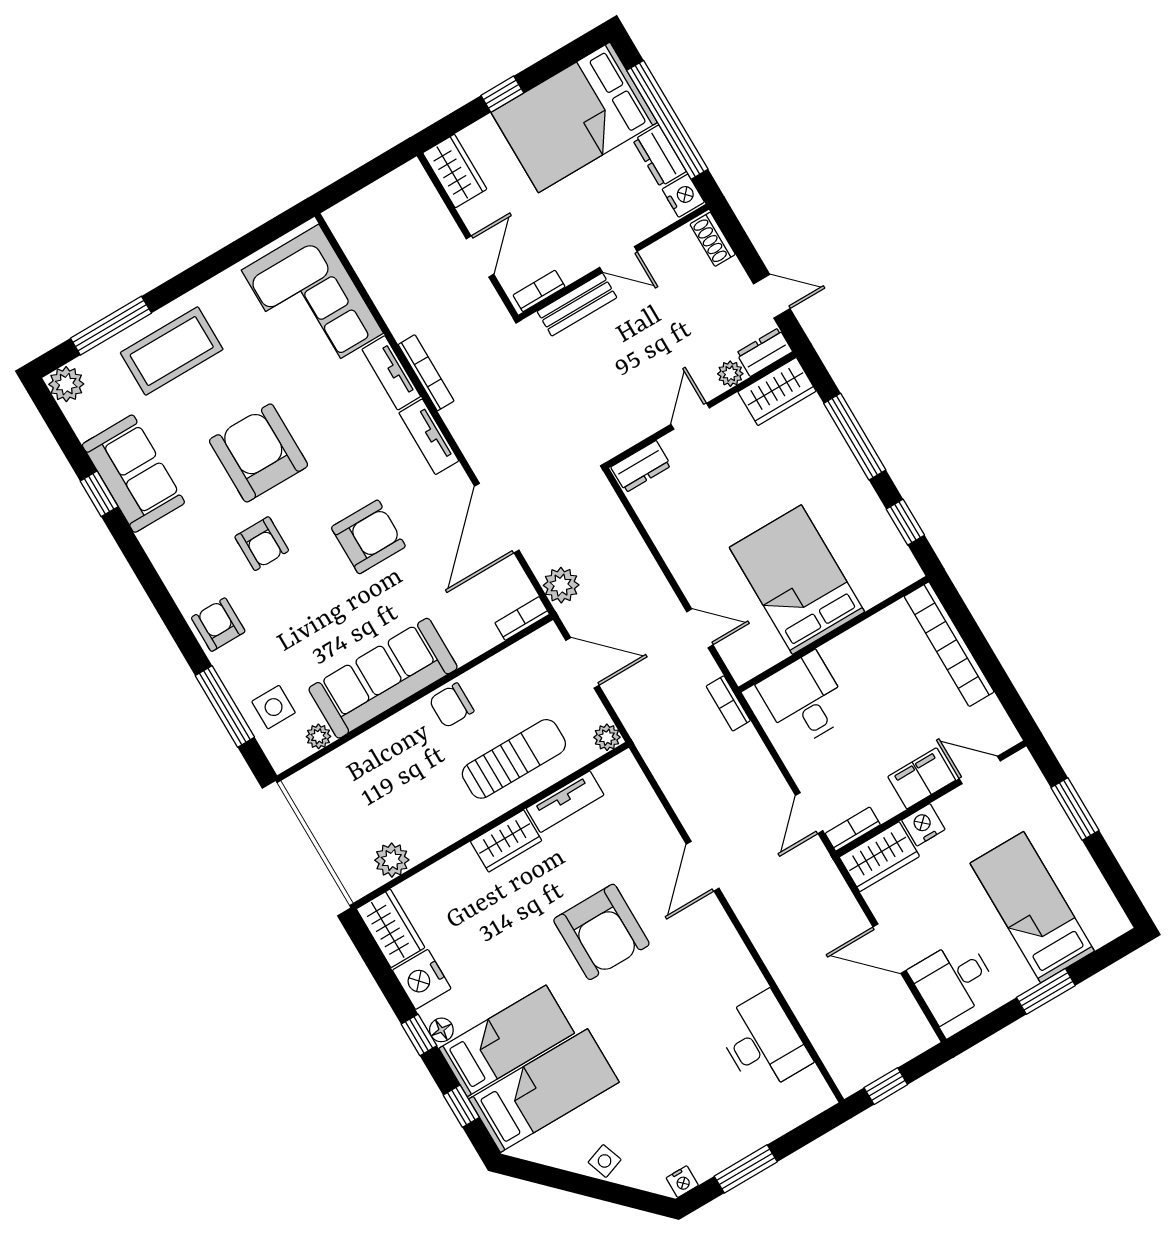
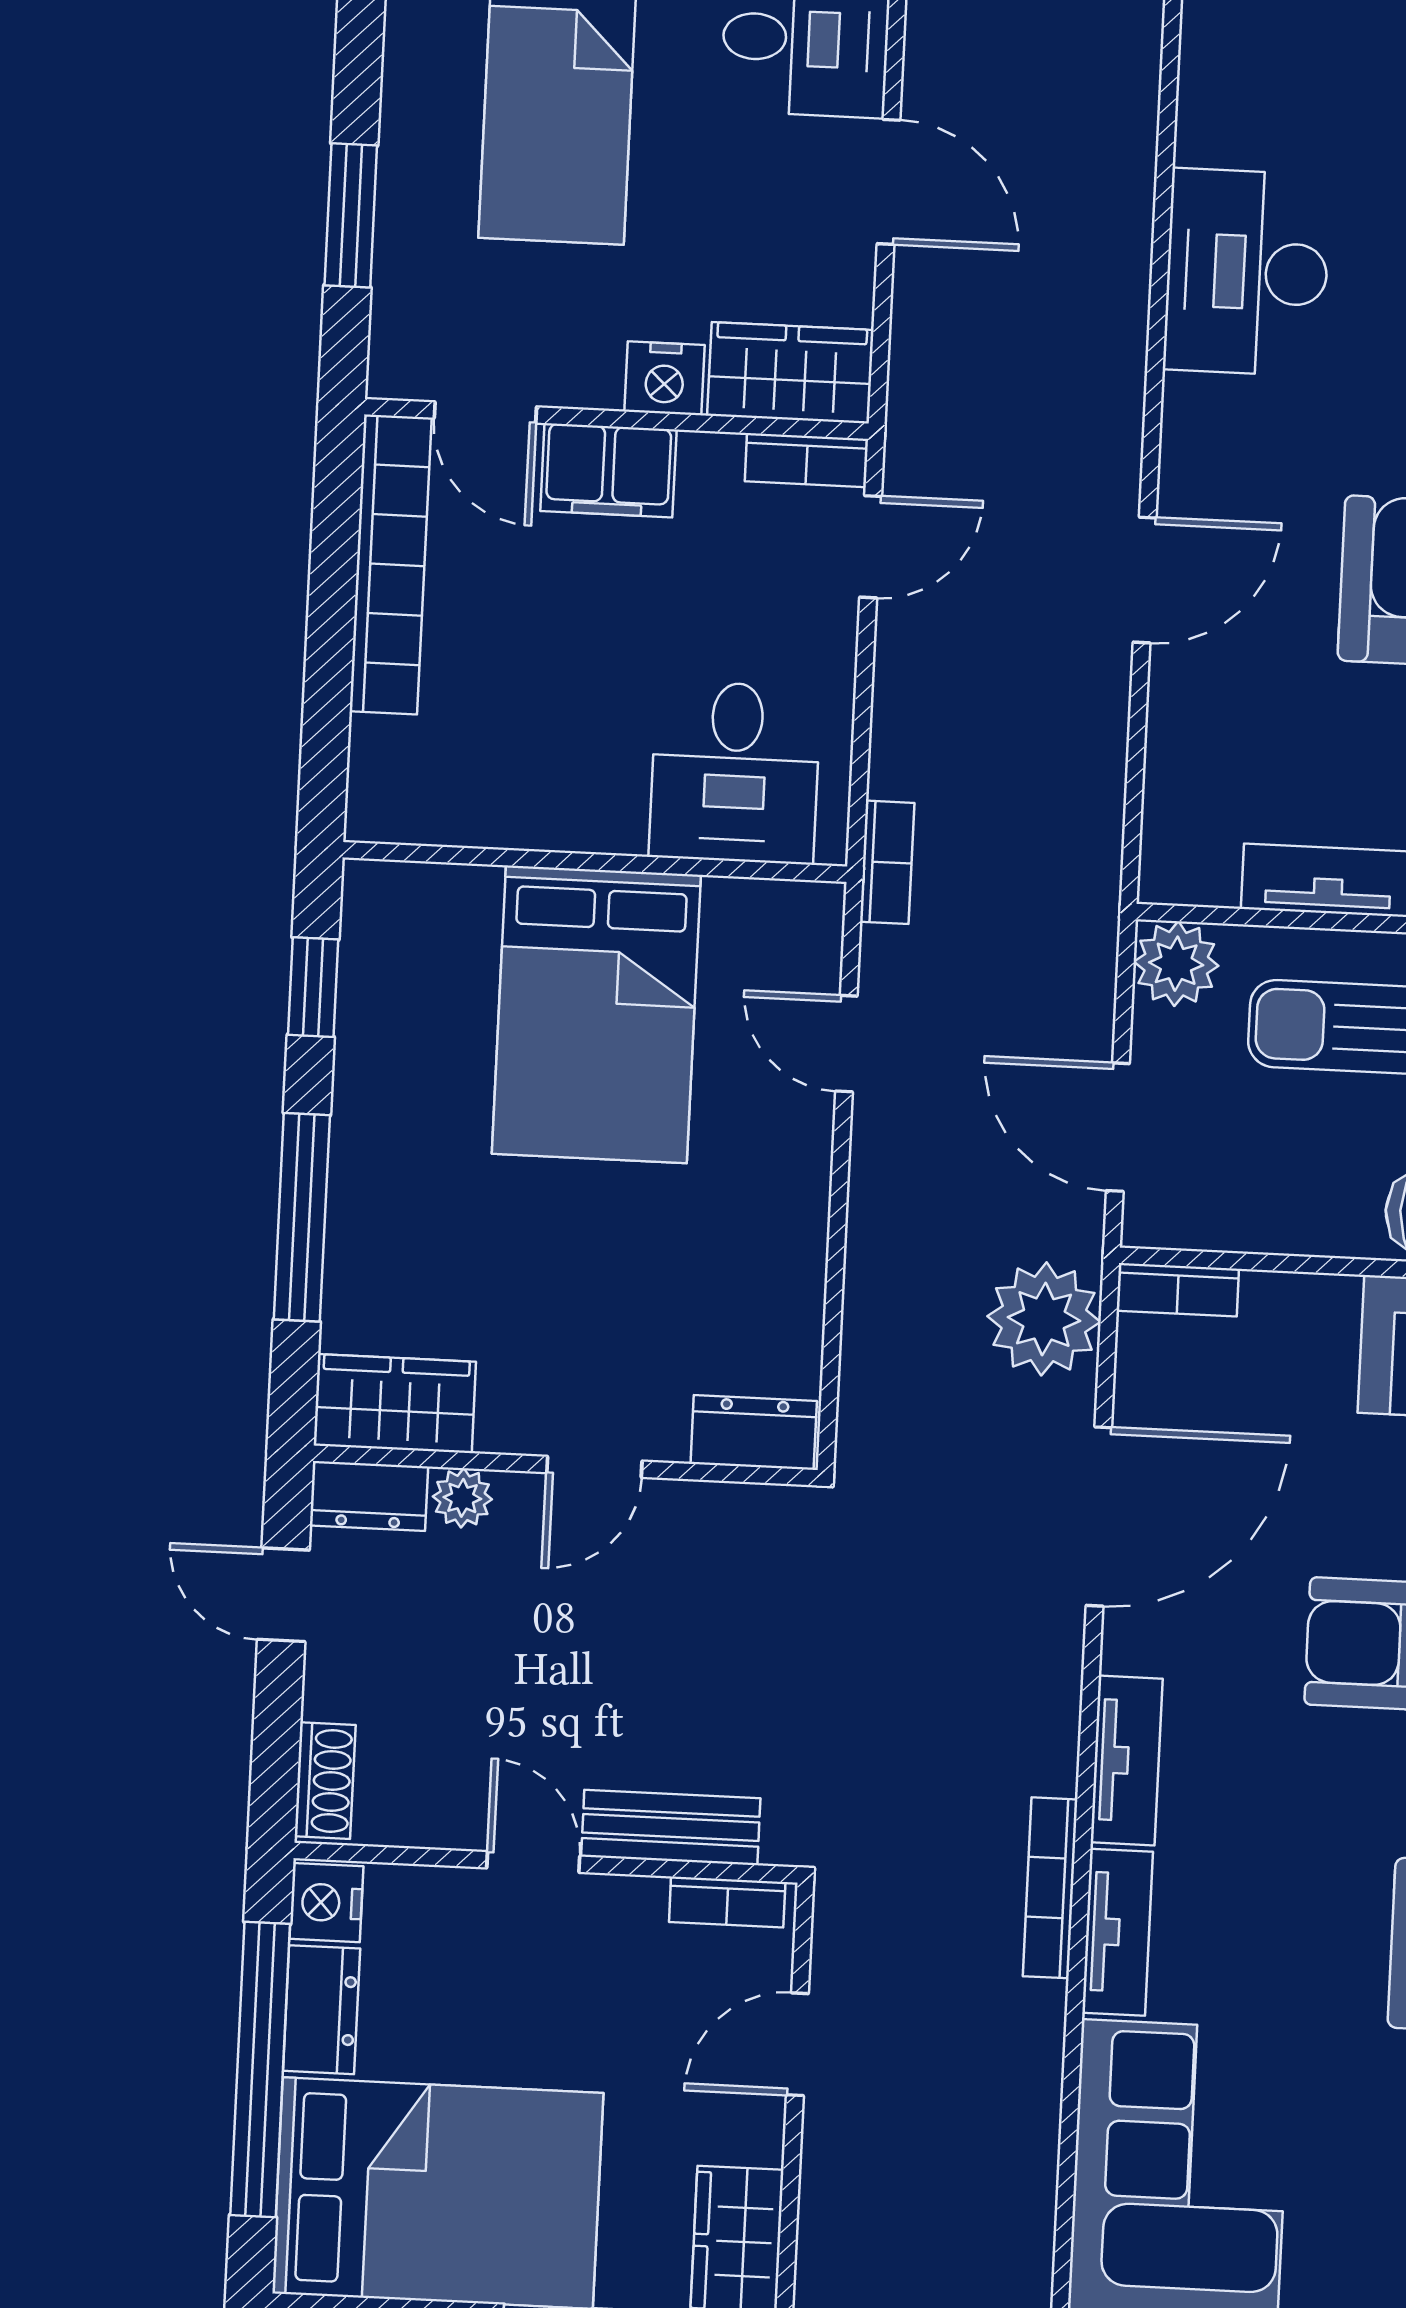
plant: (561, 585) -> (1044, 1319), width x1.36, depth x1.36
bookcase: (949, 644) -> (391, 564), moved
plant: (607, 737) -> (1176, 964), width x1.38, depth x1.38
desk: (763, 1042) -> (1247, 272), moved

